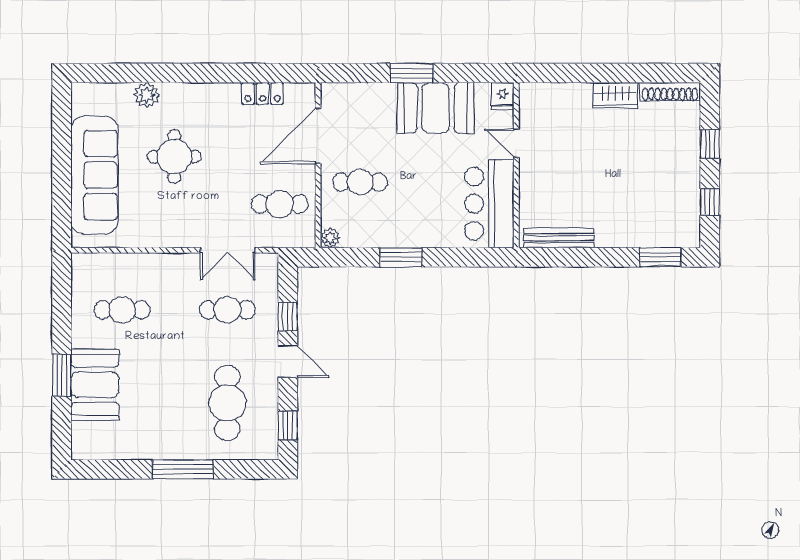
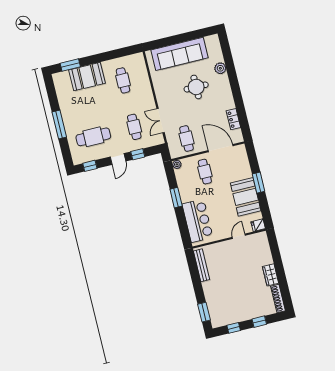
bar counter: (489, 204) -> (198, 221), moved, turned 90
window: (62, 375) -> (70, 65), moved

